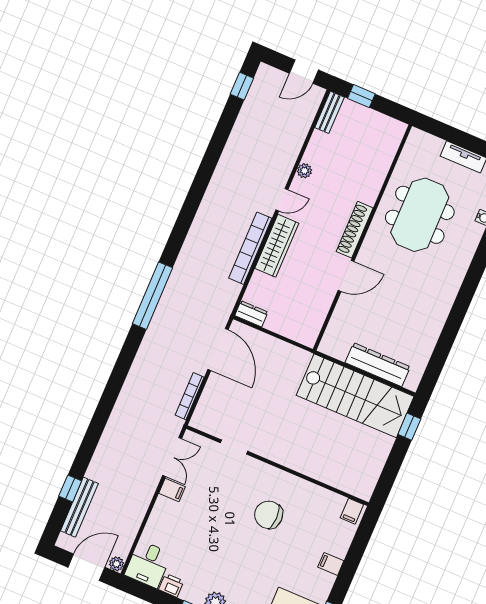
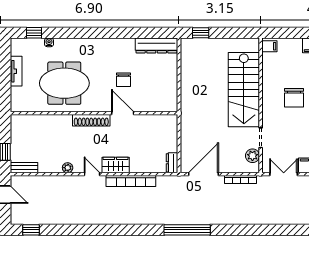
wardrobe: (277, 246) -> (116, 165), width x0.67
chair: (391, 296) -> (123, 80), added
dresser: (378, 365) -> (157, 46), moved, turned -90
stairs: (355, 396) -> (244, 90), moved, turned 180
plant: (215, 426) -> (252, 156), added

